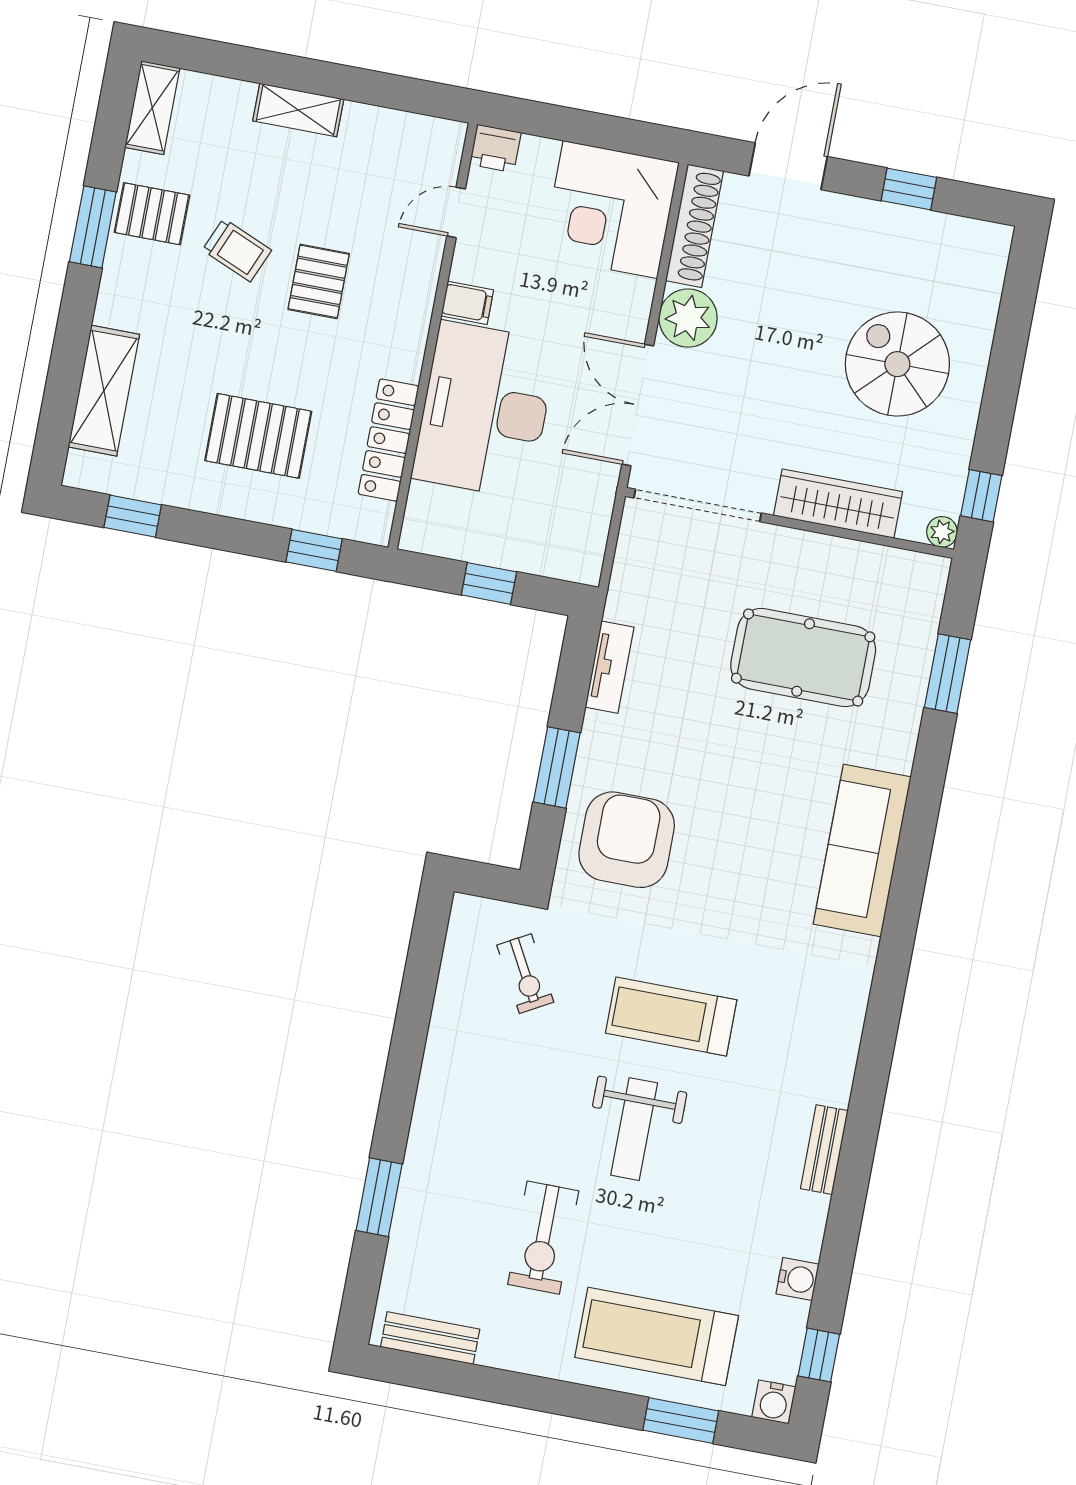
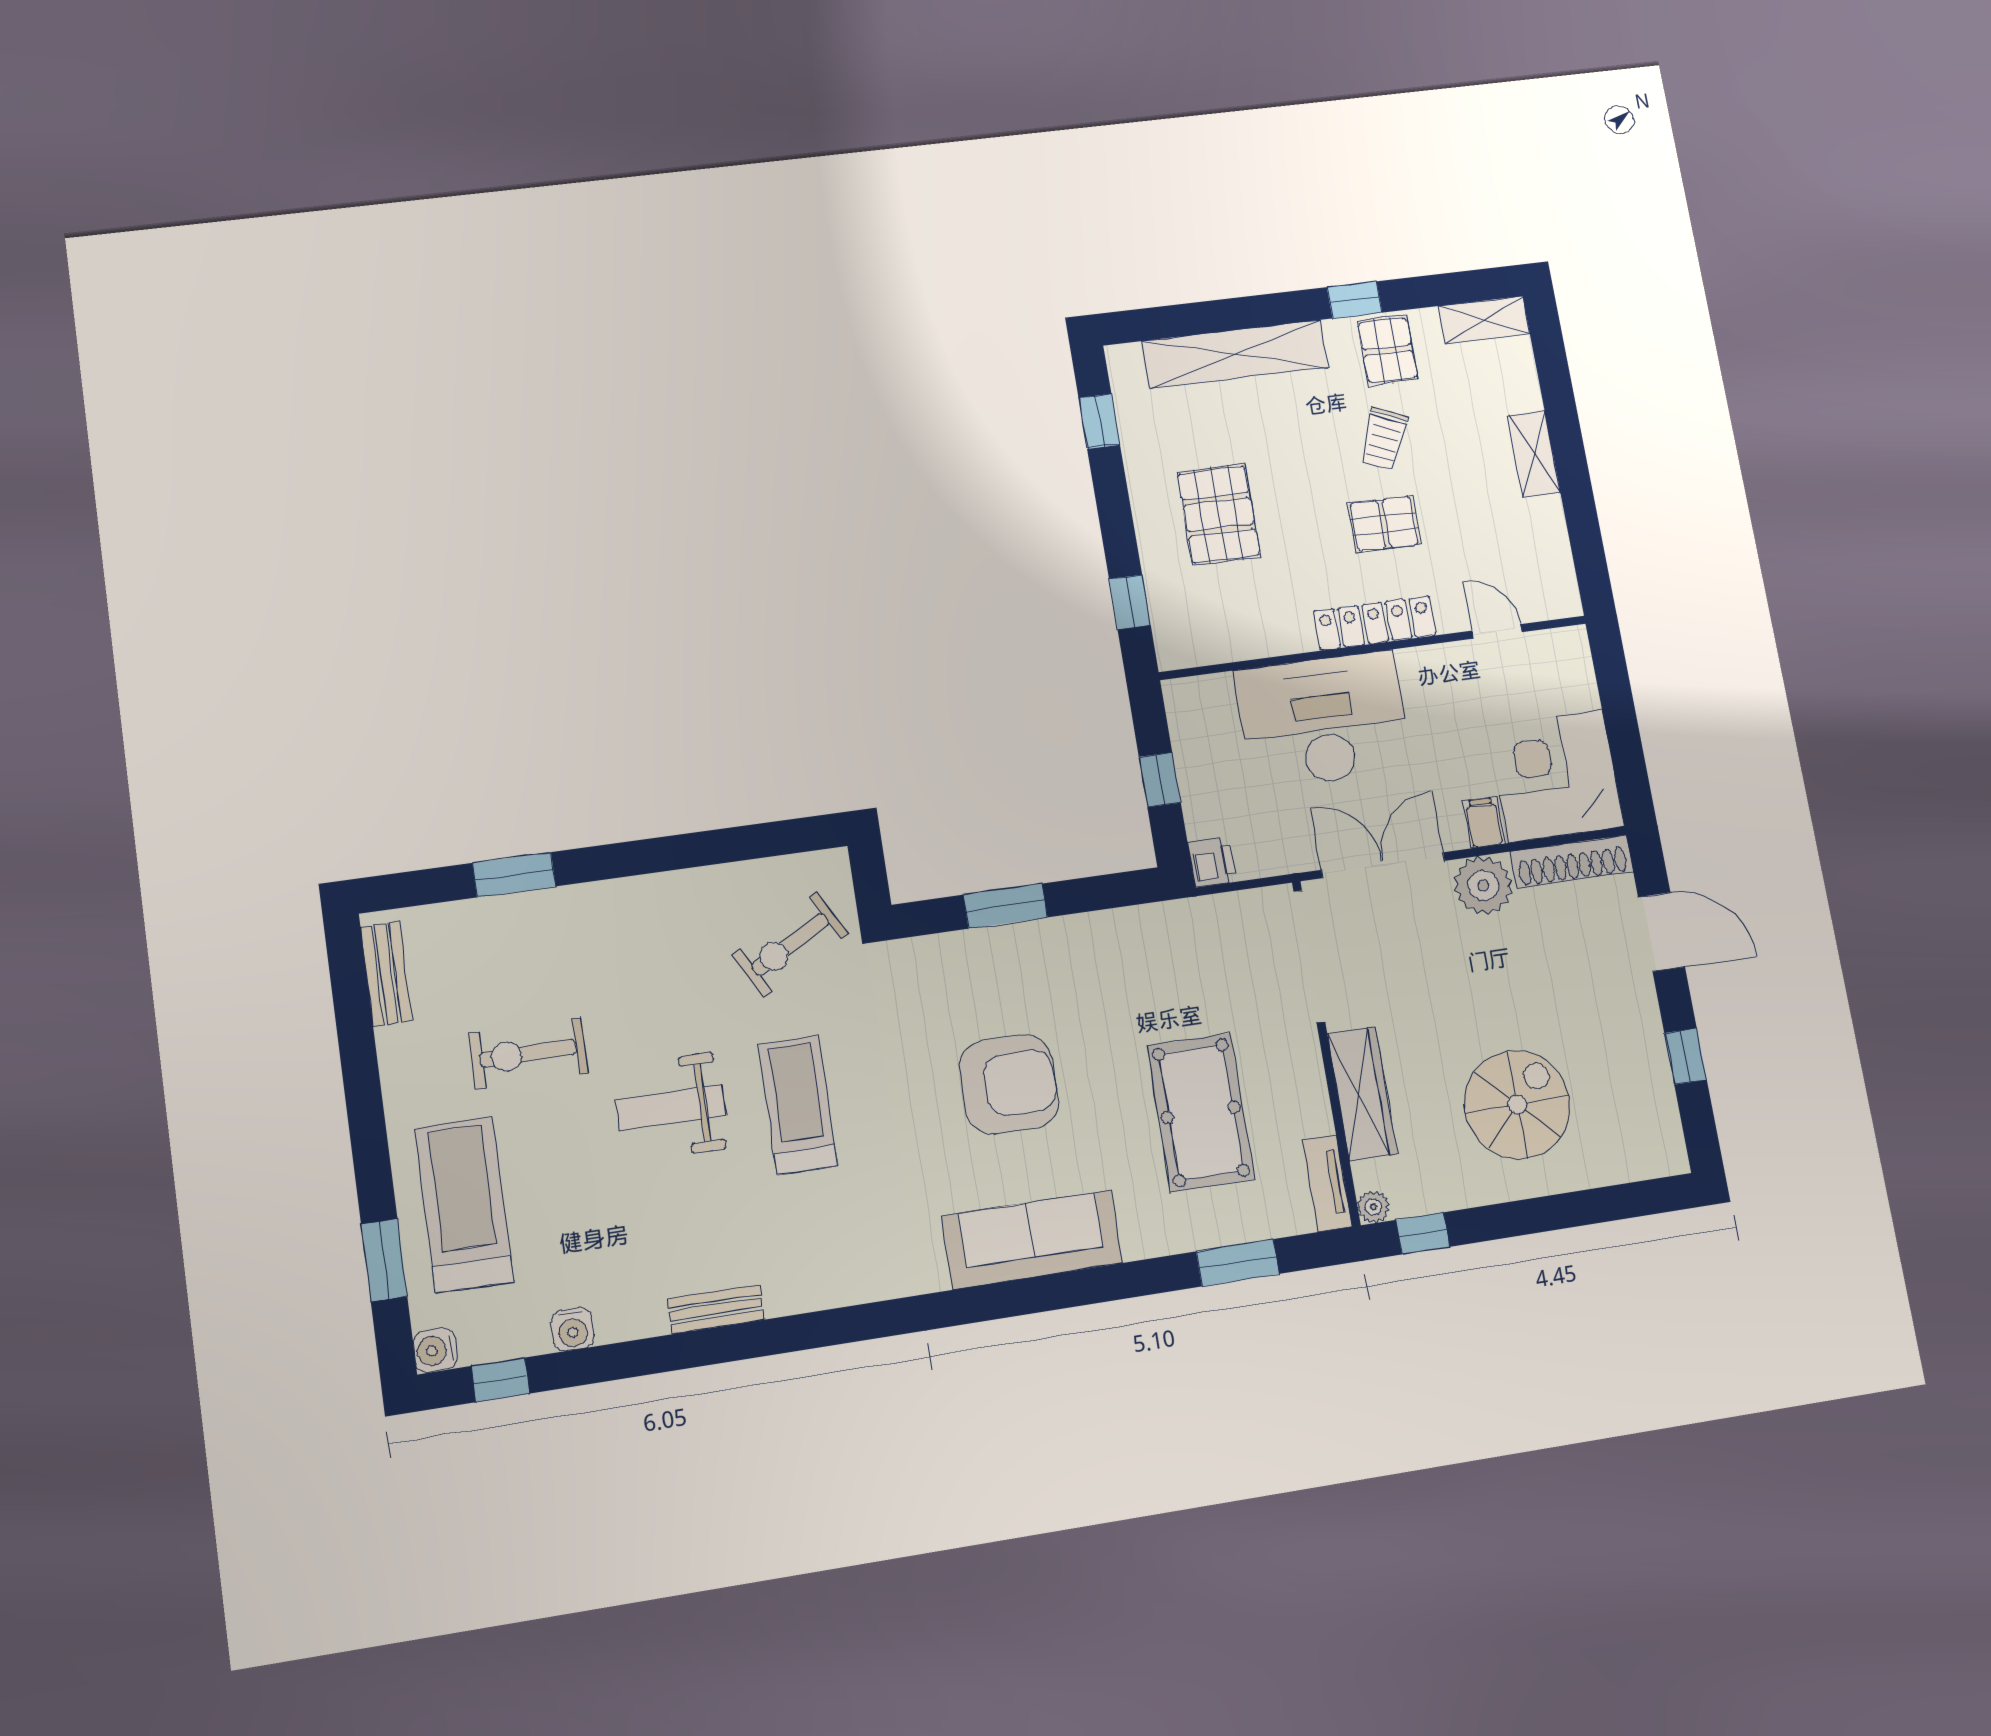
printer: (495, 148) -> (1212, 862), moved, turned 180
window: (93, 227) -> (1355, 300), width x0.67
filing cabinet: (467, 303) -> (1484, 822), moved, turned 180
shelving: (104, 391) -> (1235, 354), width x1.47
locker: (388, 440) -> (1375, 623), moved
tv unit: (610, 667) -> (1327, 1183), moved, turned 90
armchair: (627, 840) -> (1009, 1085), moved
exercise bike: (525, 974) -> (790, 944), width x1.38, depth x1.39

